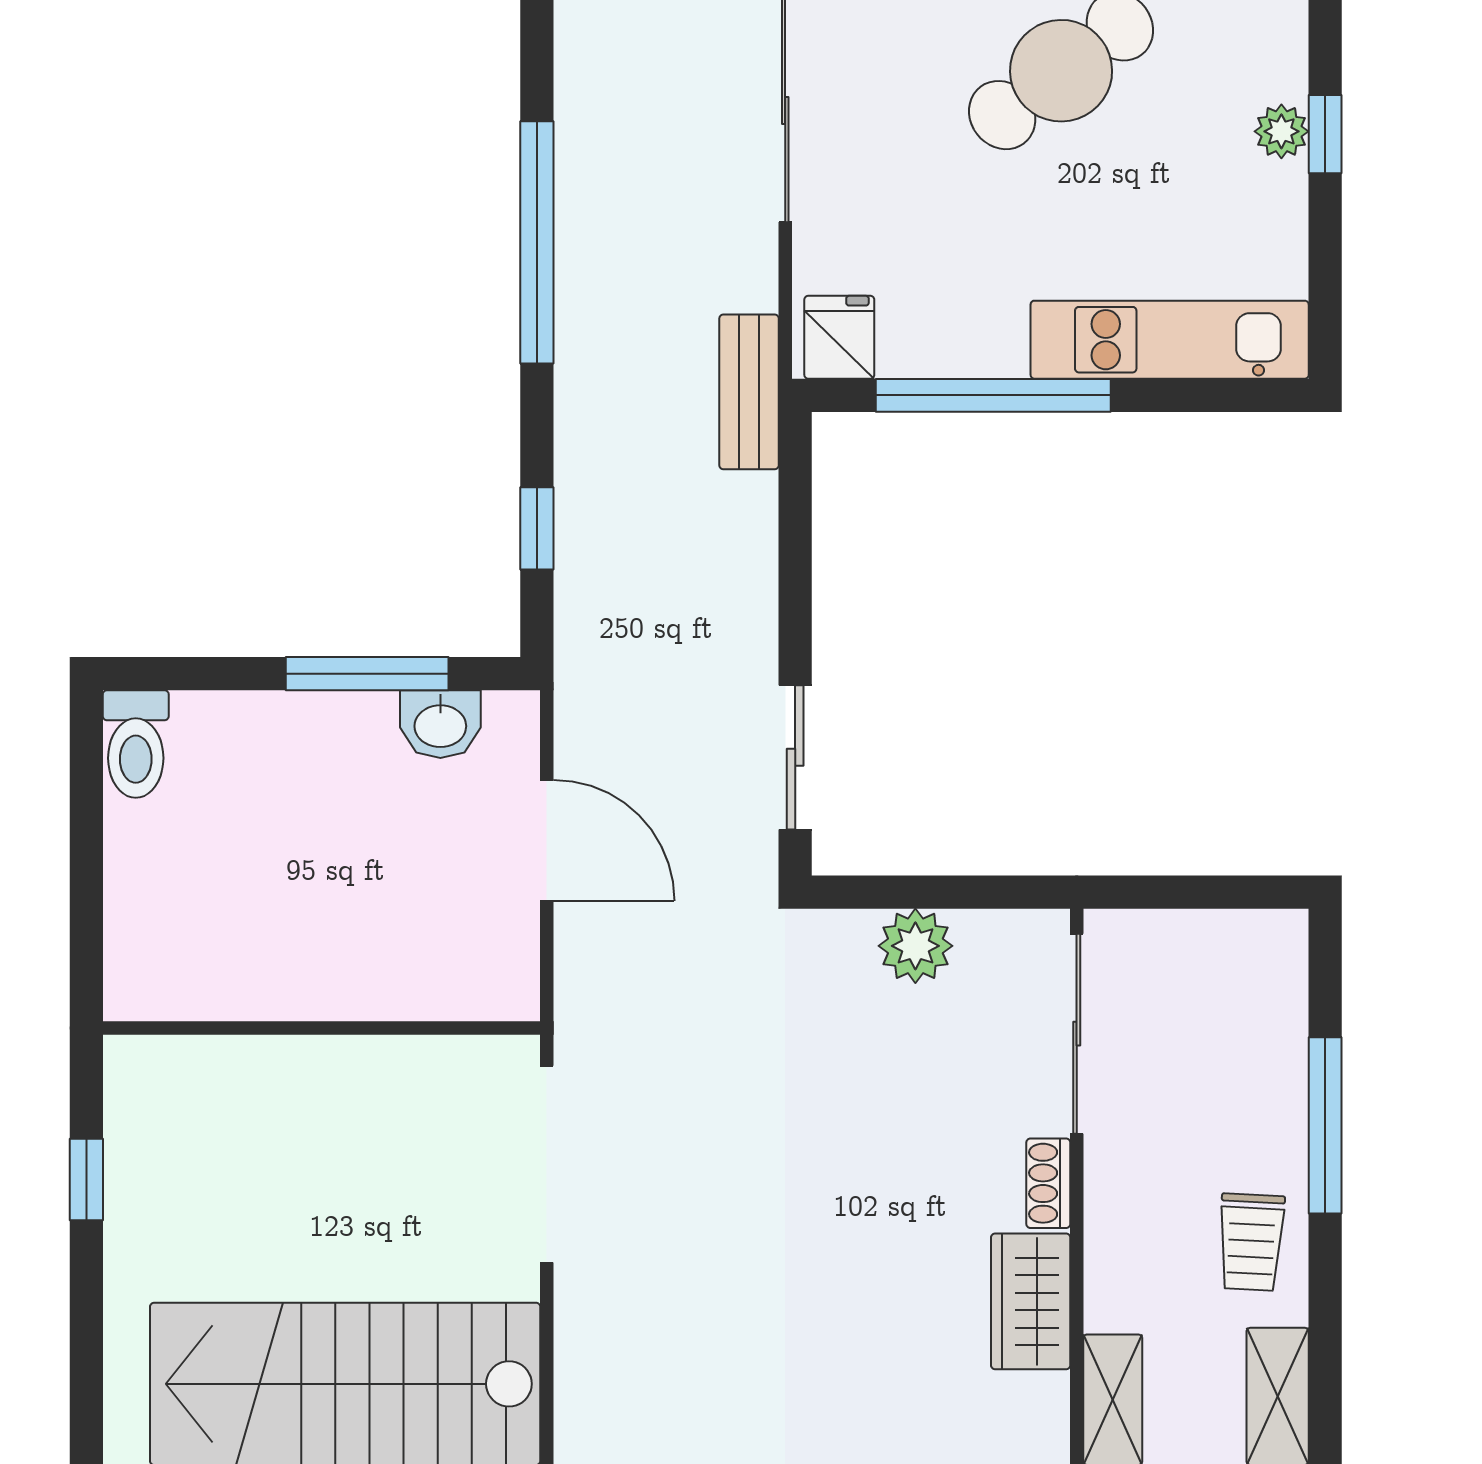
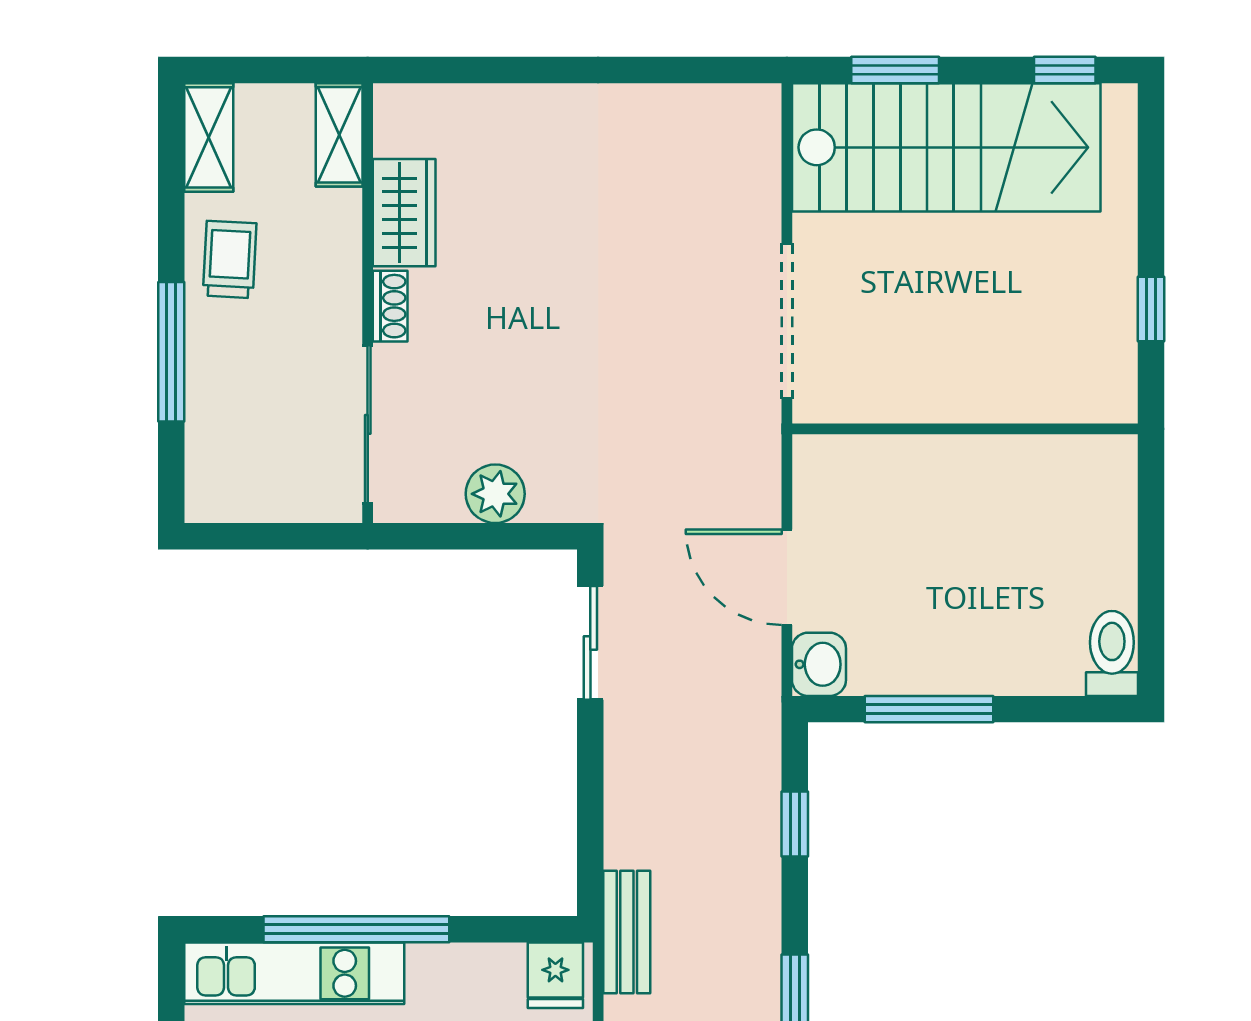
window: (993, 395) -> (356, 929), moved
washbasin: (440, 724) -> (819, 664), moved, turned 90

